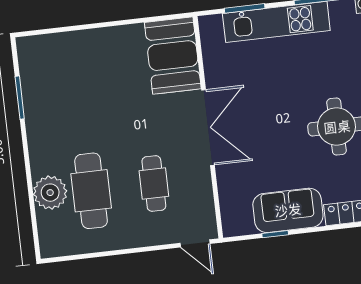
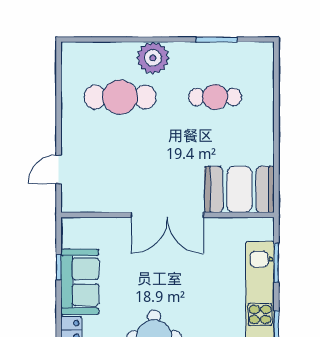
cafe table: (154, 184) -> (215, 97), moved
plant: (50, 193) -> (153, 58), moved
door: (195, 243) -> (59, 169), moved

